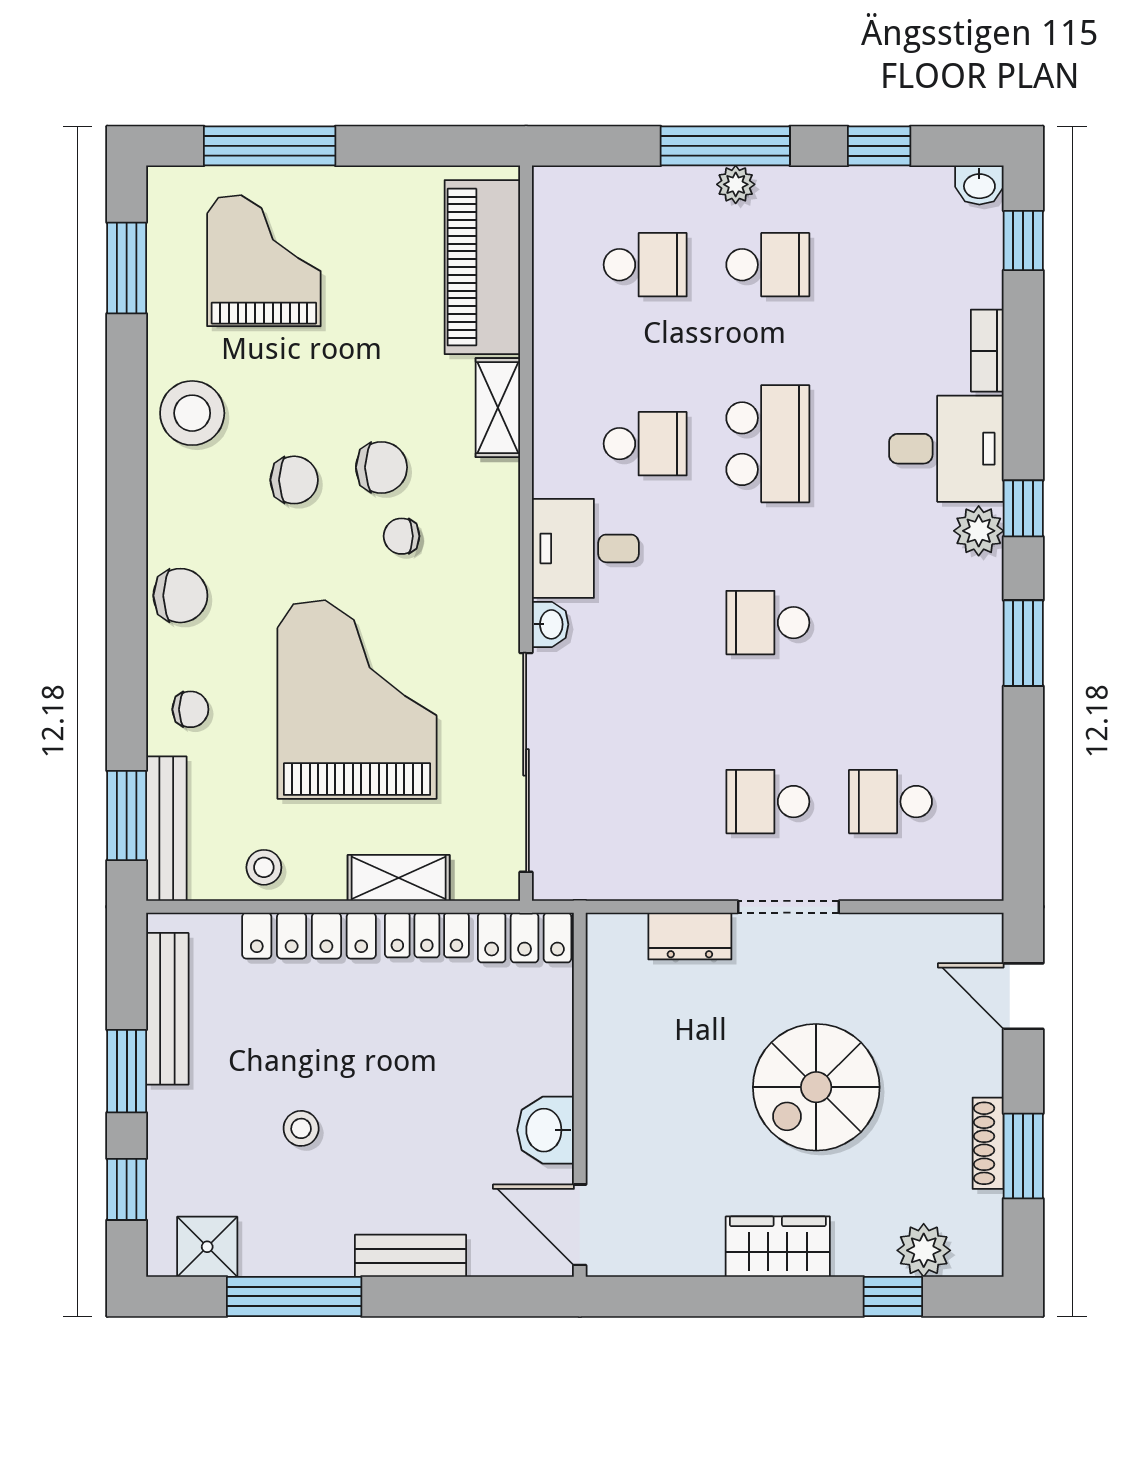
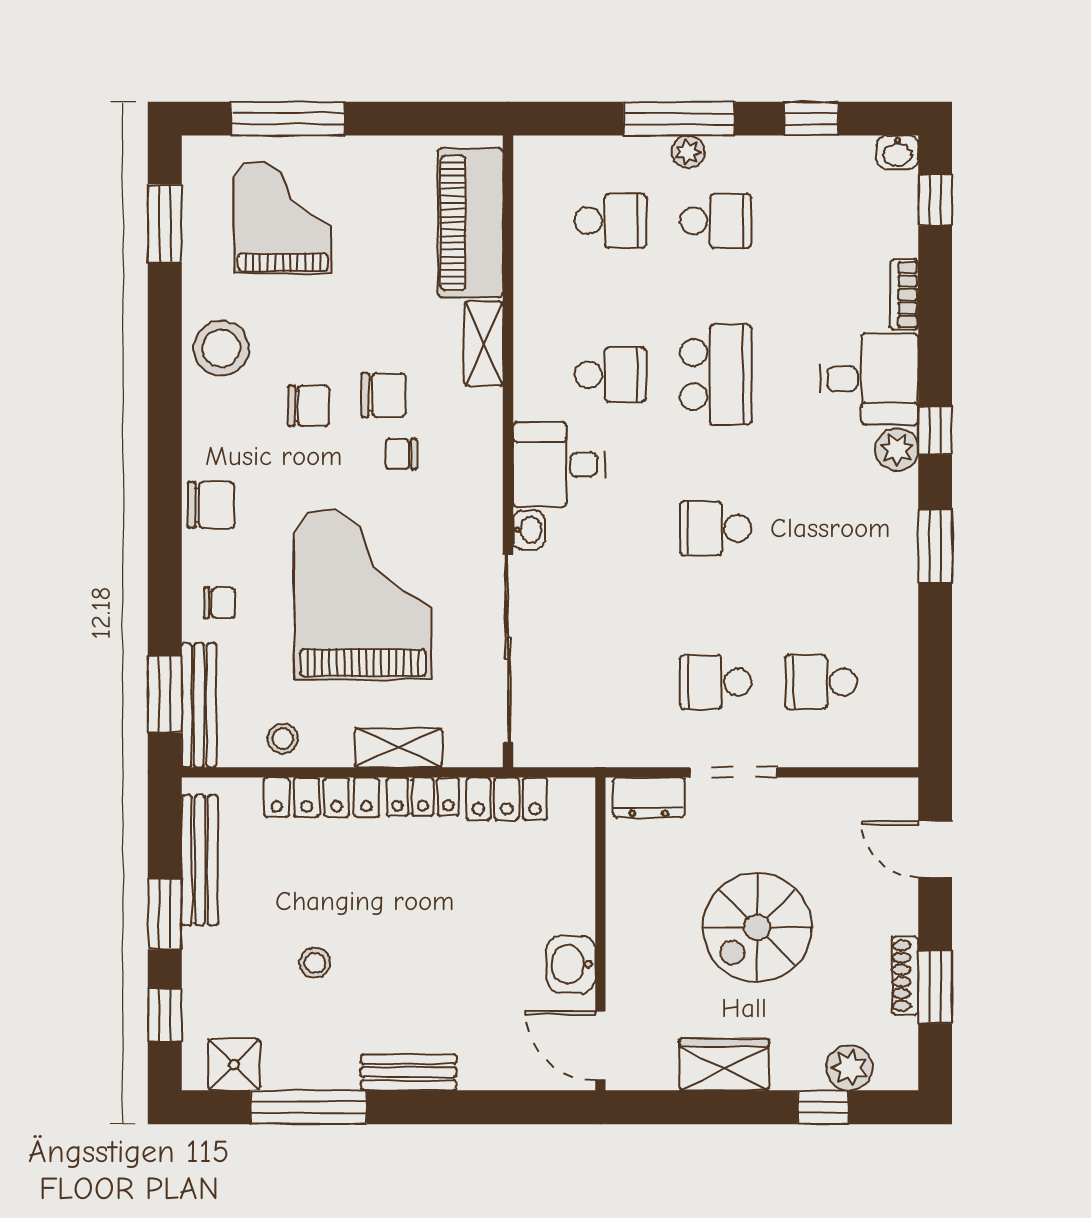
wall: (580, 1095) -> (600, 934), moved
washbasin: (546, 1130) -> (571, 964), moved
door: (580, 1225) -> (600, 1046), moved

